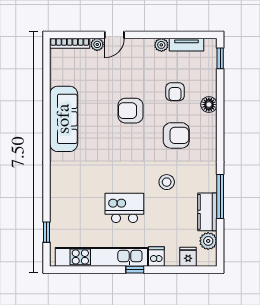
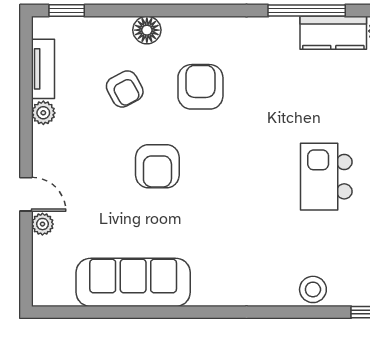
bookcase: (70, 43) -> (40, 272), removed
armchair: (175, 92) -> (125, 89), turned 62
sofa: (64, 119) -> (133, 282), moved
stool: (167, 182) -> (313, 289), moved

